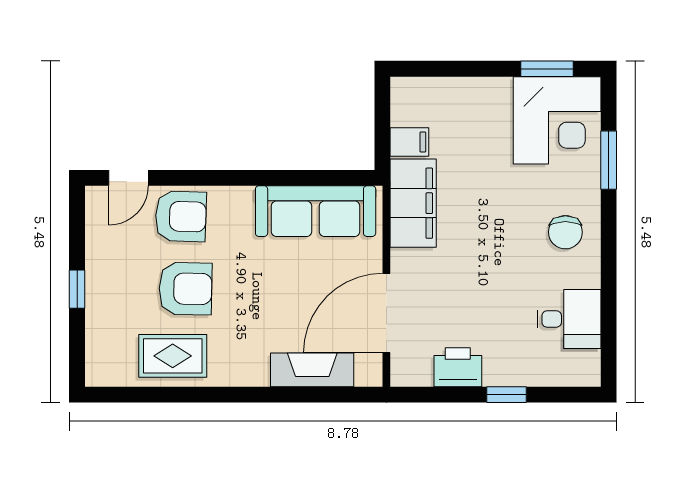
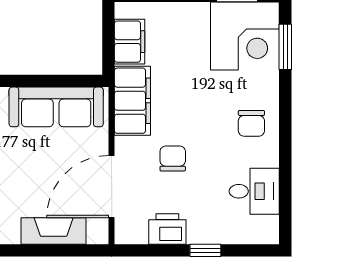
filing cabinet: (409, 142) -> (130, 42), width x2.00
window: (609, 160) -> (285, 47), moved
chair: (465, 277) -> (173, 158), added

